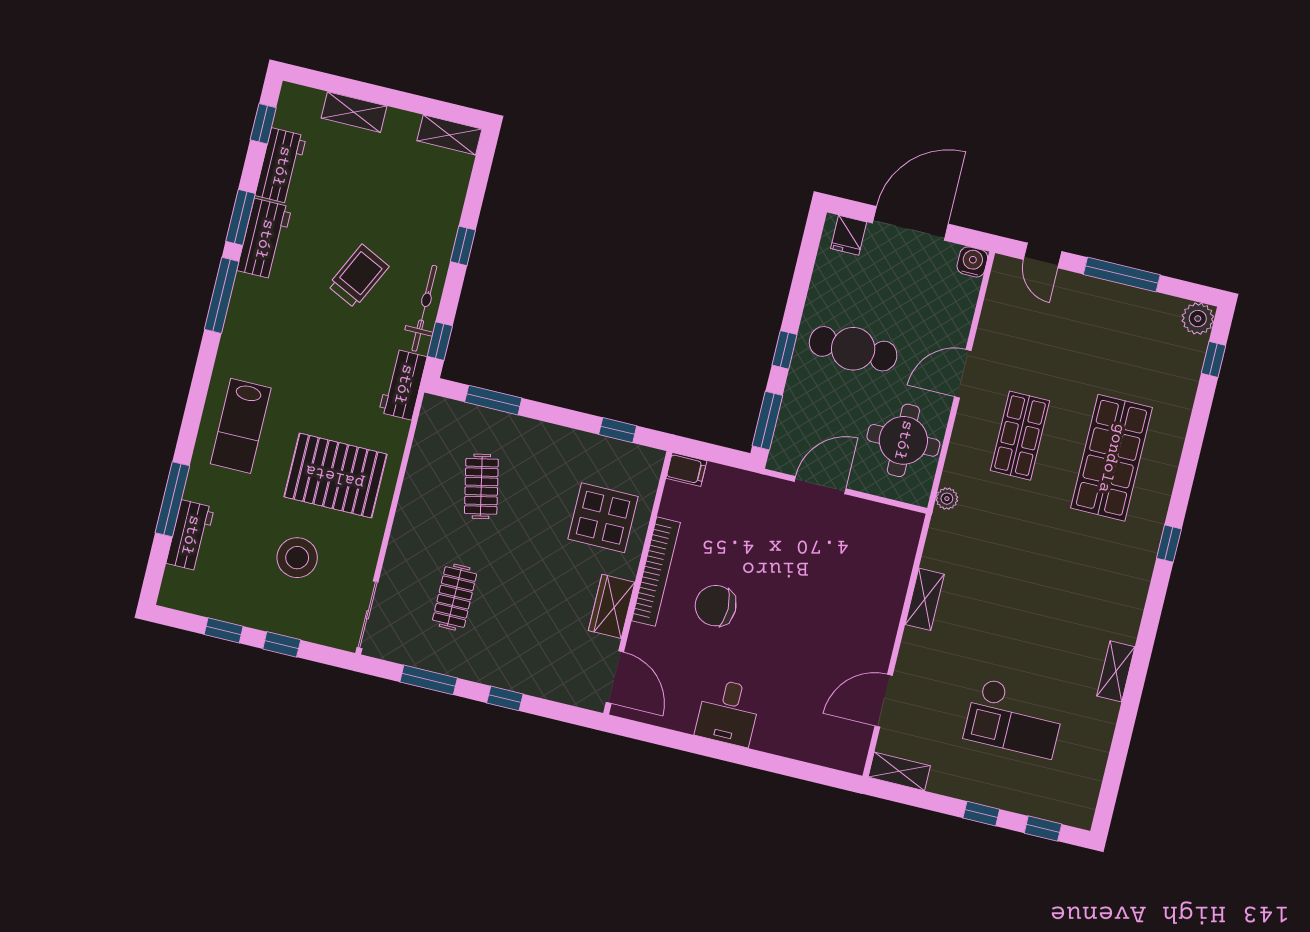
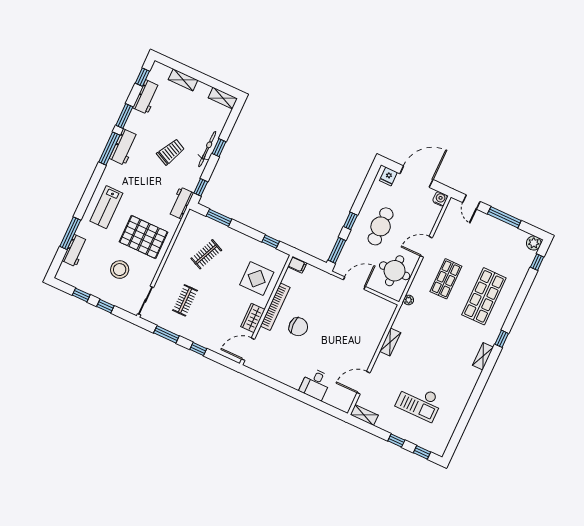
workbench: (264, 239) -> (124, 147), moved
bicycle: (424, 308) -> (207, 149), moved
cafe table: (853, 349) -> (381, 226), turned 90
clothes rail: (481, 486) -> (206, 254), turned 36
chair: (716, 606) -> (298, 327), turned 180
shelving: (1116, 671) -> (483, 356), moved
door: (615, 677) -> (248, 349), swing flipped
desk: (728, 712) -> (315, 384), moved

